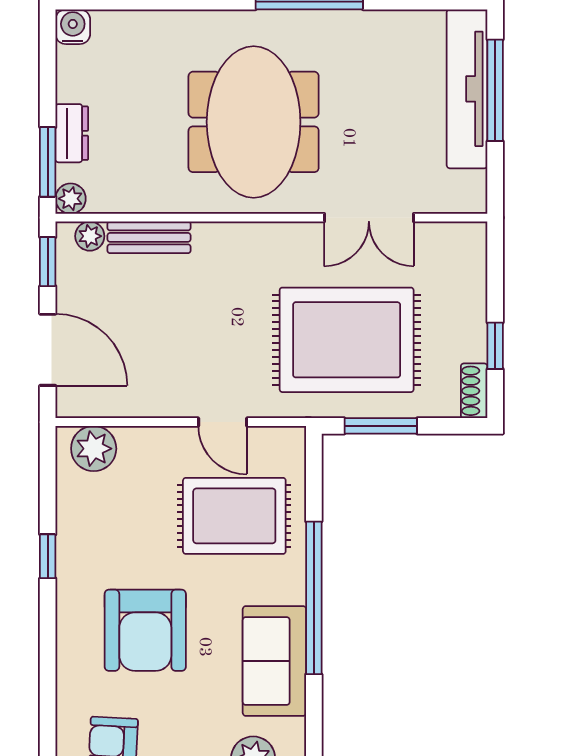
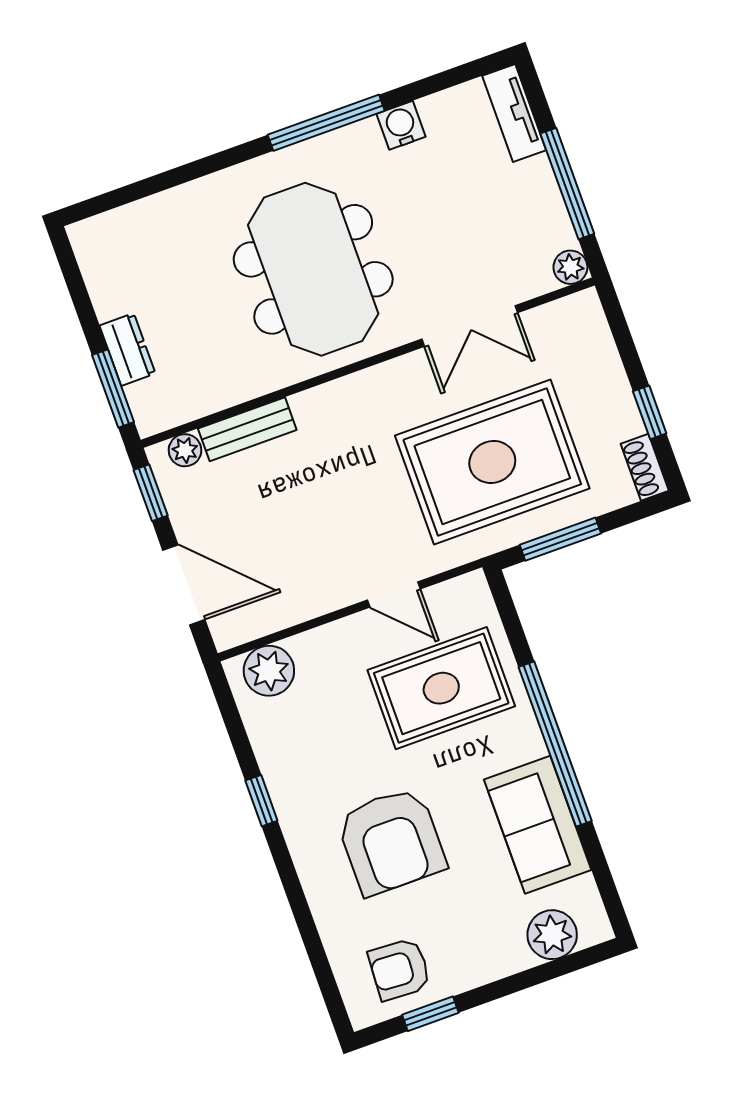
water cooler: (73, 27) -> (401, 125), moved
tv unit: (467, 89) -> (514, 113), width x0.52, depth x0.78
window: (495, 90) -> (567, 184), moved
plant: (71, 199) -> (570, 267), moved

